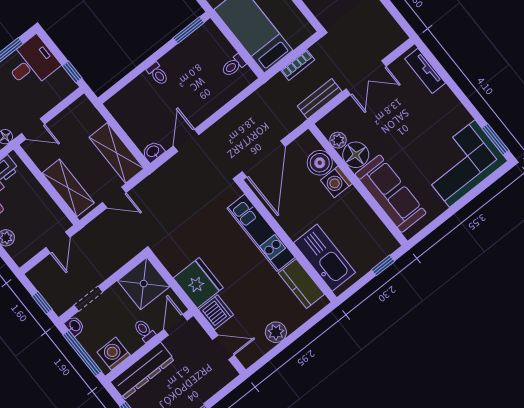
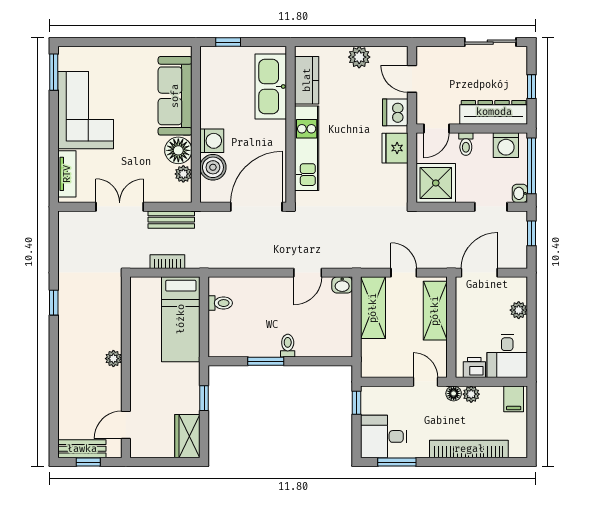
window: (189, 30) -> (266, 361), moved
corner sofa: (462, 163) -> (86, 110), moved, turned -90
door: (58, 242) -> (479, 273), width x1.38
fridge: (198, 283) -> (395, 148), width x0.73, depth x0.75

